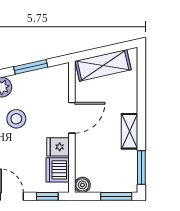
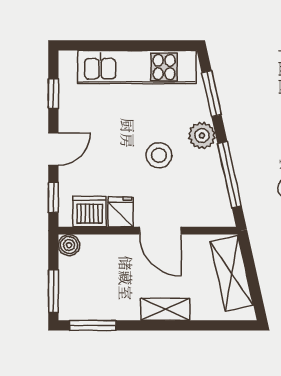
window: (31, 67) -> (230, 175), width x1.44
shelving: (130, 131) -> (165, 309), moved

